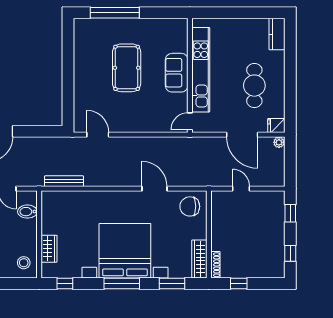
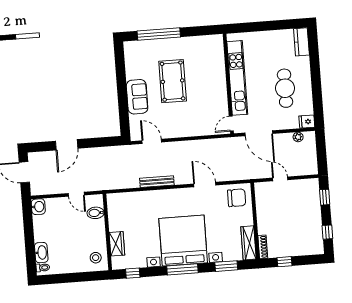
sofa: (177, 73) -> (137, 97), moved, turned 180
door: (242, 135) -> (259, 133), moved
plant: (279, 142) -> (298, 137), moved
bench: (64, 181) -> (157, 182), moved
chair: (190, 206) -> (237, 198), turned 180

